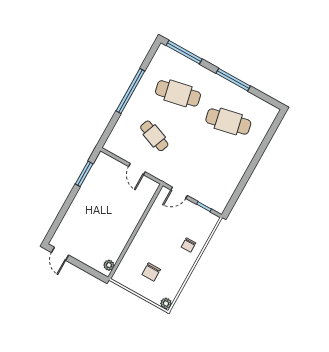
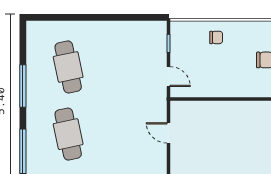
cafe table: (154, 136) -> (125, 134), removed
door: (137, 169) -> (168, 133), swing flipped

